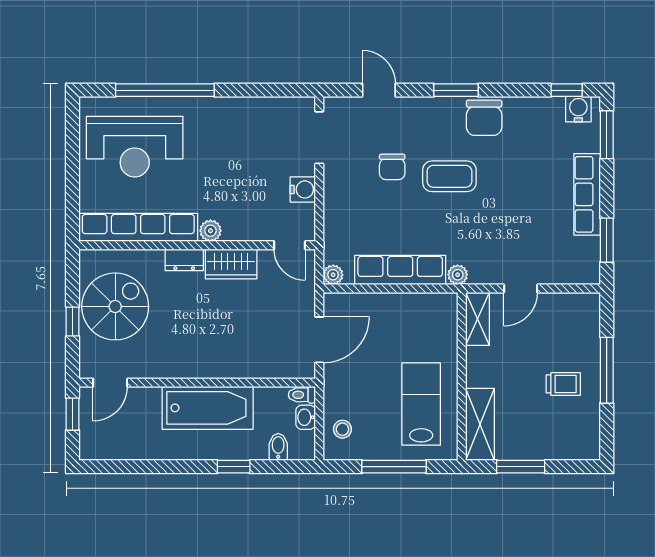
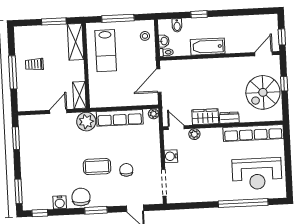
water cooler: (578, 109) -> (60, 202), moved
reception desk: (135, 147) -> (257, 174), turned 180
row of seats: (587, 194) -> (27, 161), removed
plant: (210, 231) -> (194, 134), moved
plant: (458, 275) -> (86, 122), width x1.88, depth x1.88
bathtub: (208, 408) -> (208, 47), width x0.73, depth x0.73

